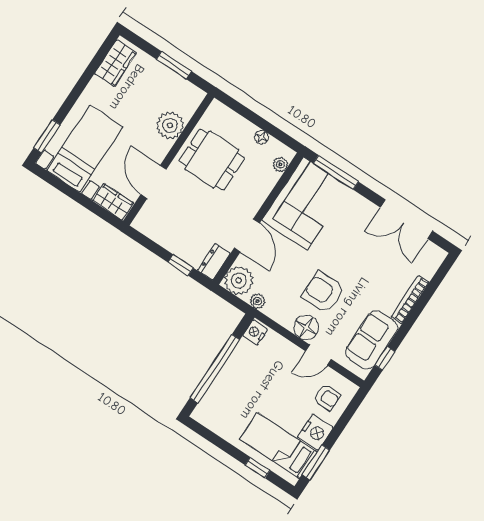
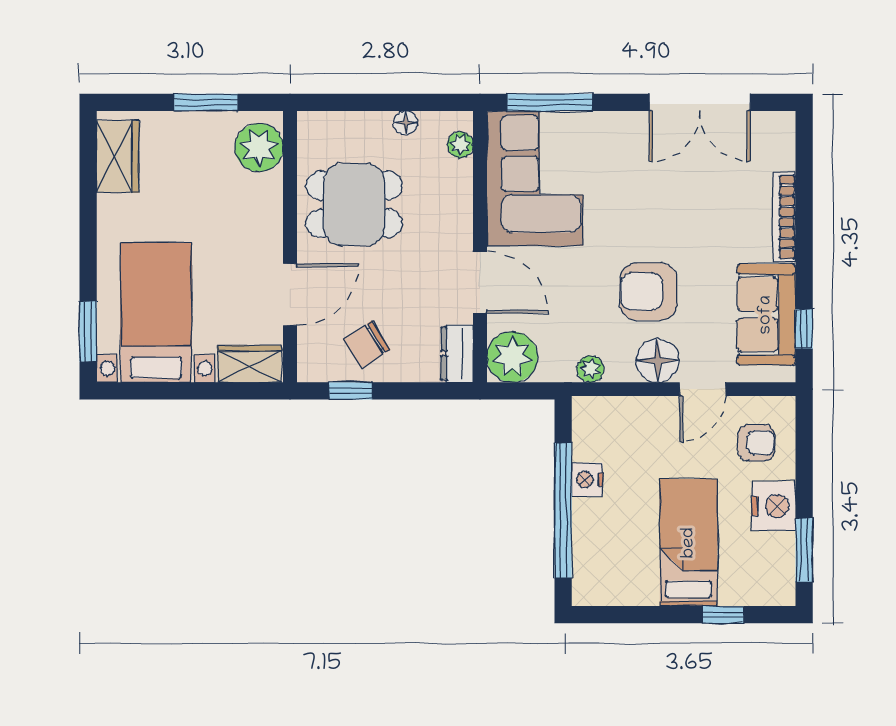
plant: (170, 125) -> (259, 148), moved
door: (154, 182) -> (290, 295), swing flipped
chair: (174, 229) -> (367, 345), added
window: (181, 265) -> (351, 391), moved
plant: (257, 301) -> (590, 369), moved
nightstand: (255, 333) -> (587, 480), moved
bed: (278, 445) -> (689, 543), moved, turned 90

